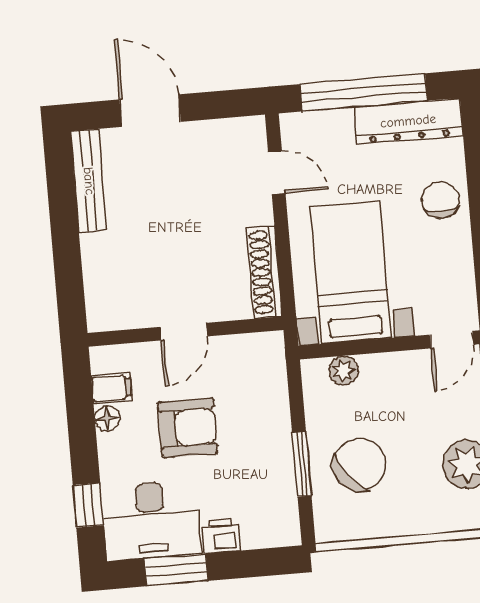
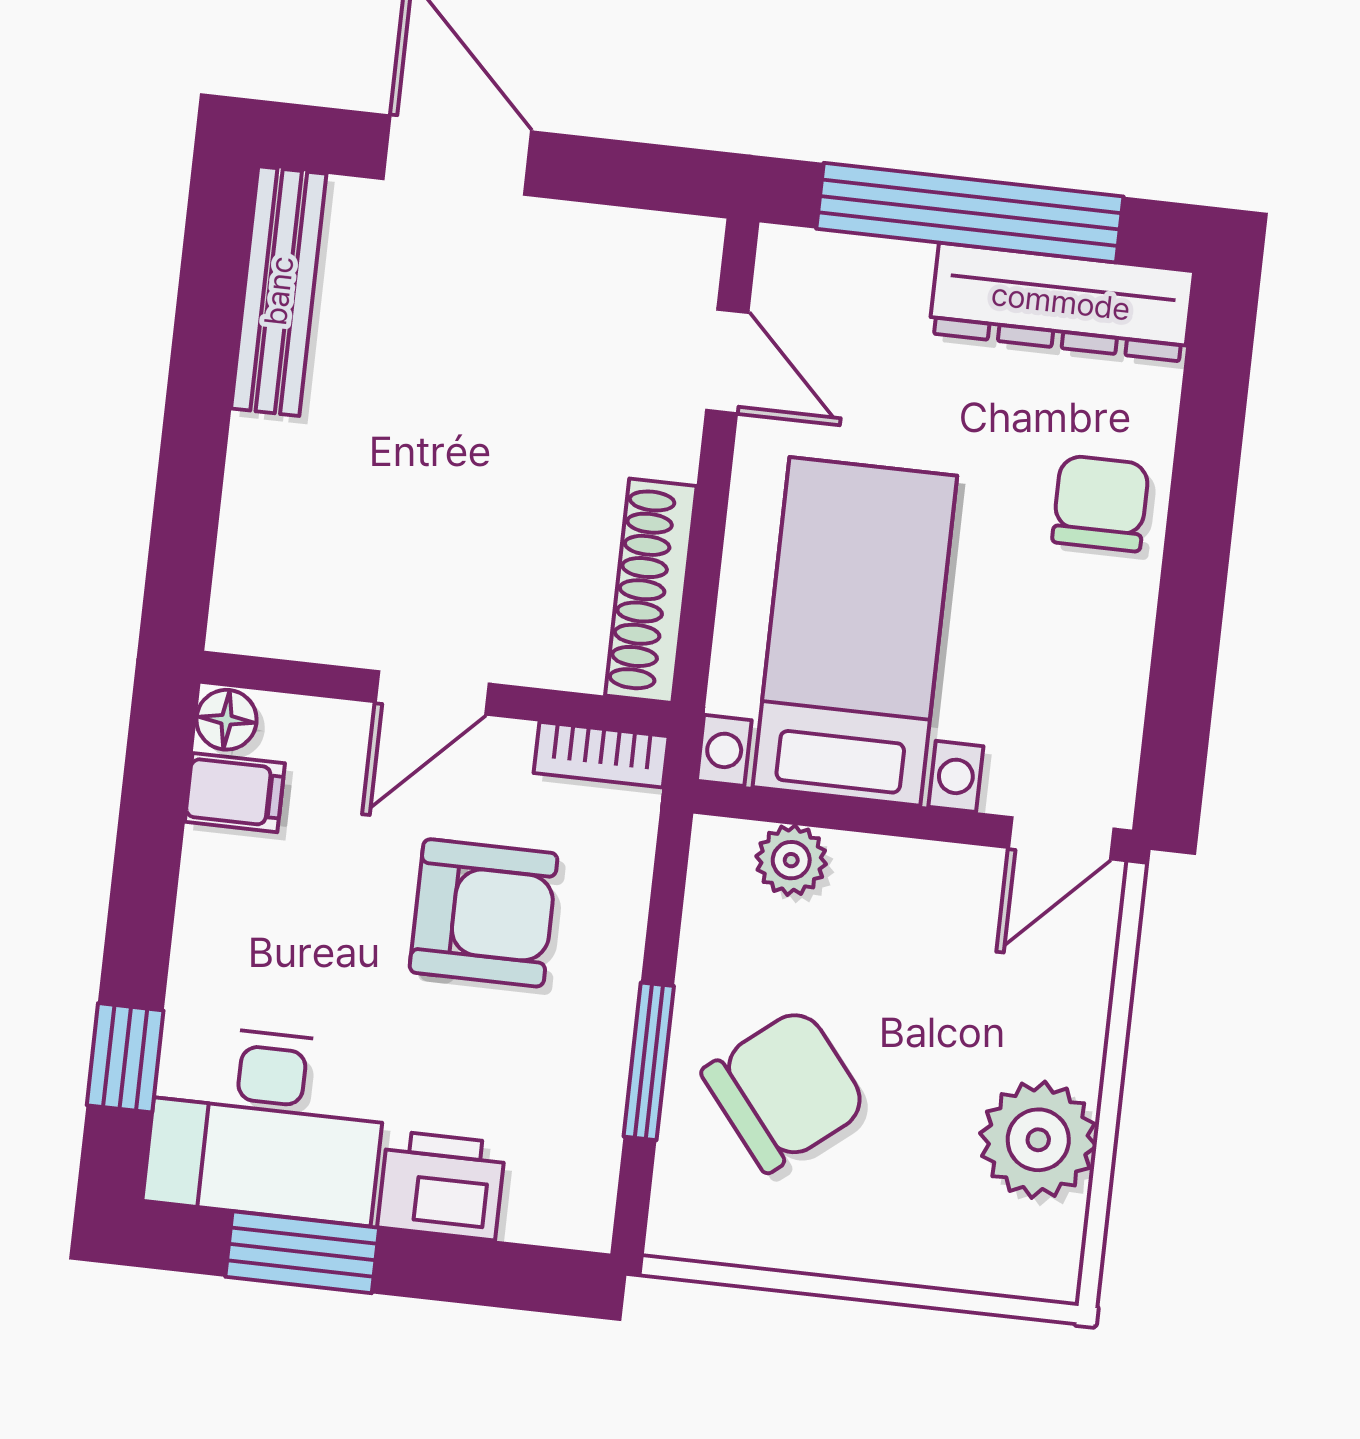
bookcase: (258, 343) -> (601, 755), added
floor lamp: (107, 418) -> (226, 720), moved
armchair: (188, 428) -> (484, 913), moved
printer: (221, 536) -> (441, 1185), width x1.36, depth x1.24

